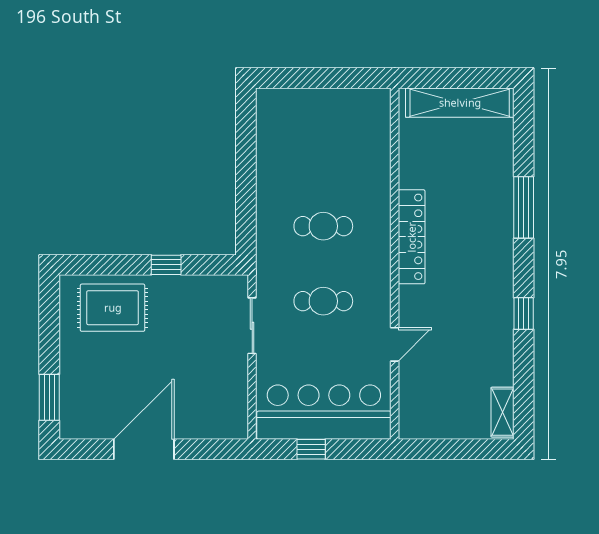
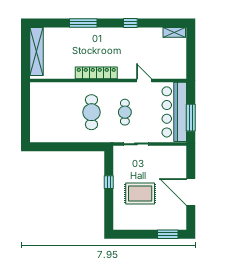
cafe table: (323, 226) -> (91, 112), width x1.37, depth x1.35
rug: (113, 308) -> (140, 193), moved, turned 90
window: (311, 449) -> (191, 118), width x2.17

